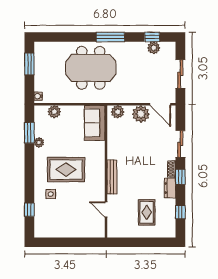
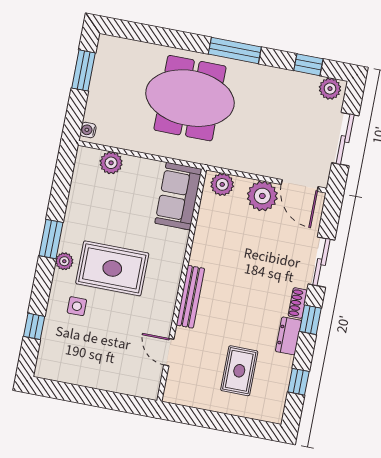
plant: (154, 48) -> (330, 89), moved
window: (29, 133) -> (51, 239), moved
plant: (39, 143) -> (64, 261), moved

